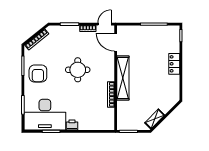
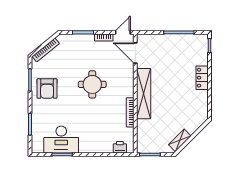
desk: (45, 115) -> (61, 139), width x0.73, depth x0.77
printer: (72, 125) -> (120, 147), moved

